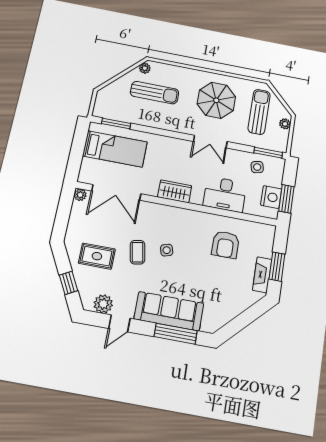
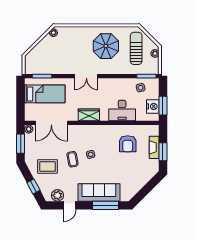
sun lounger: (155, 93) -> (63, 49), removed
double door: (210, 142) -> (86, 76), moved
window: (63, 214) -> (21, 144), added
fireplace: (262, 275) -> (154, 147), moved

